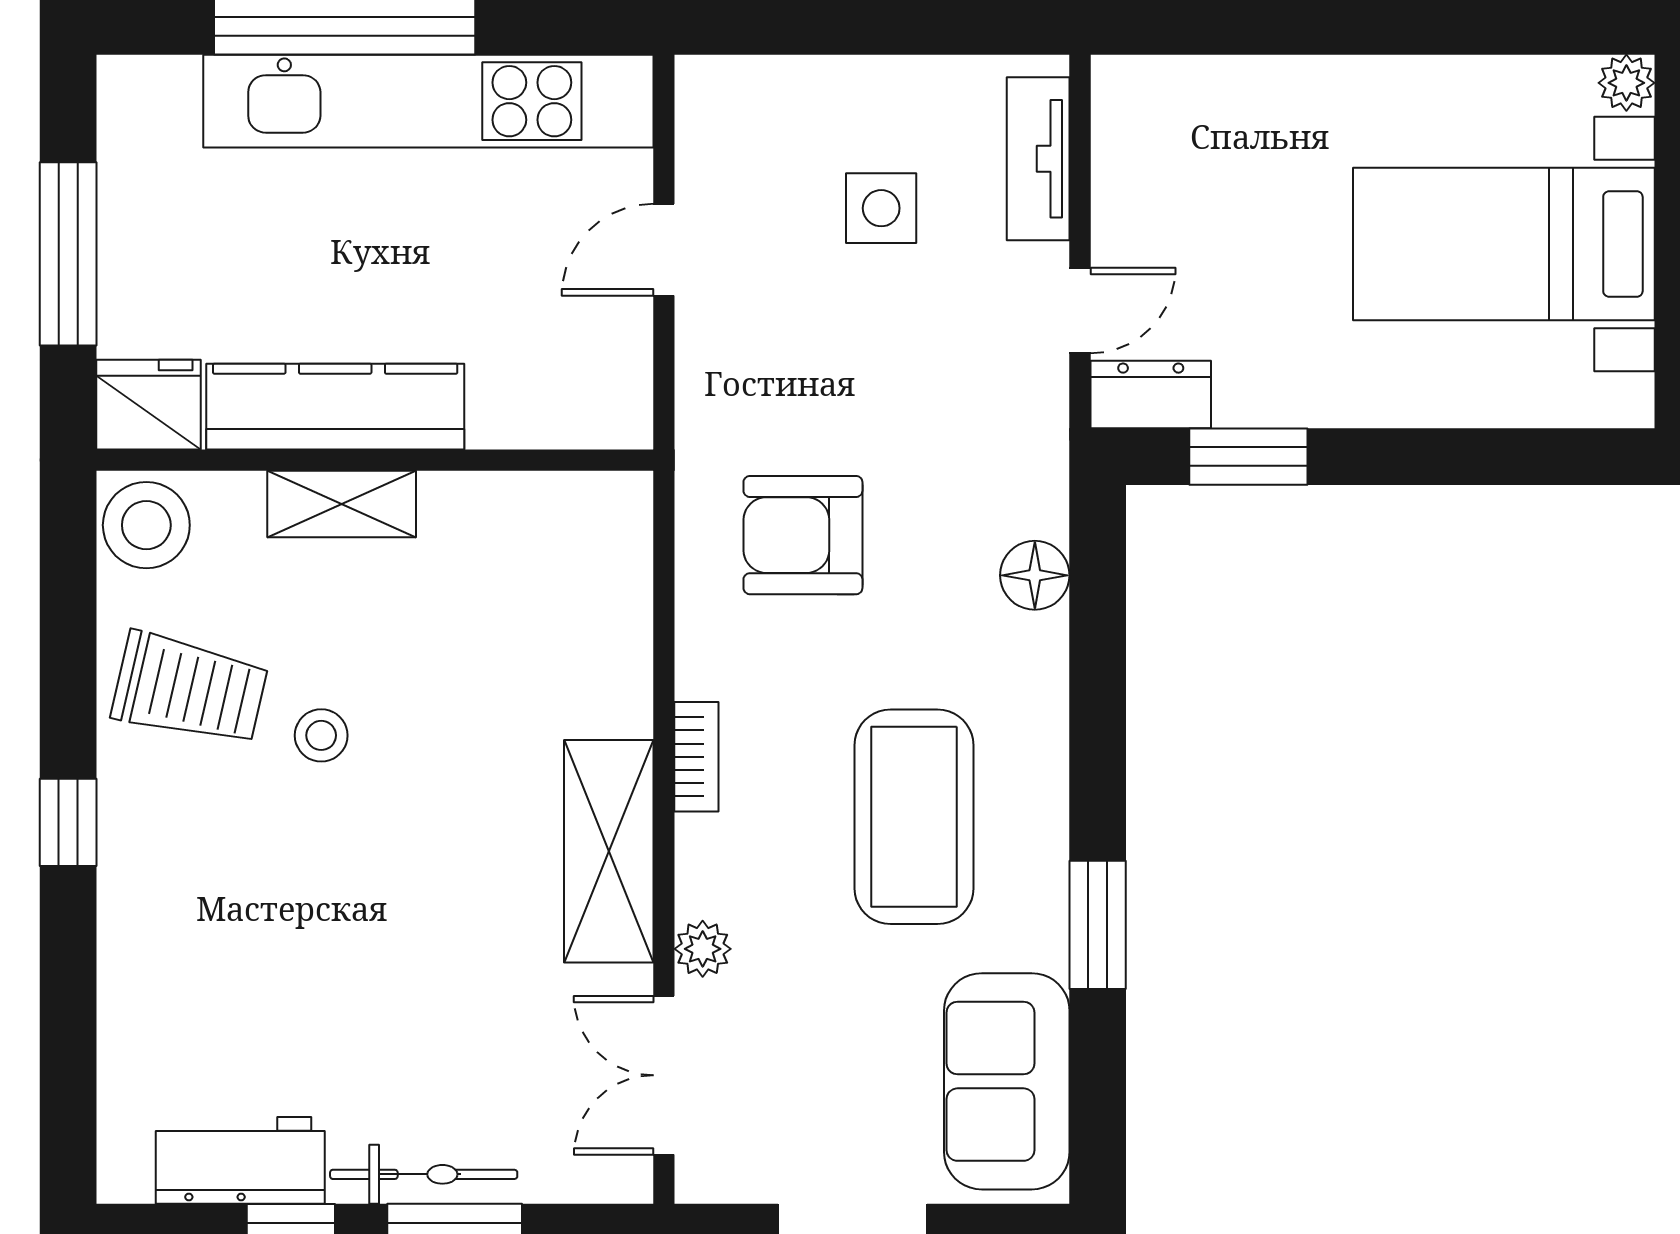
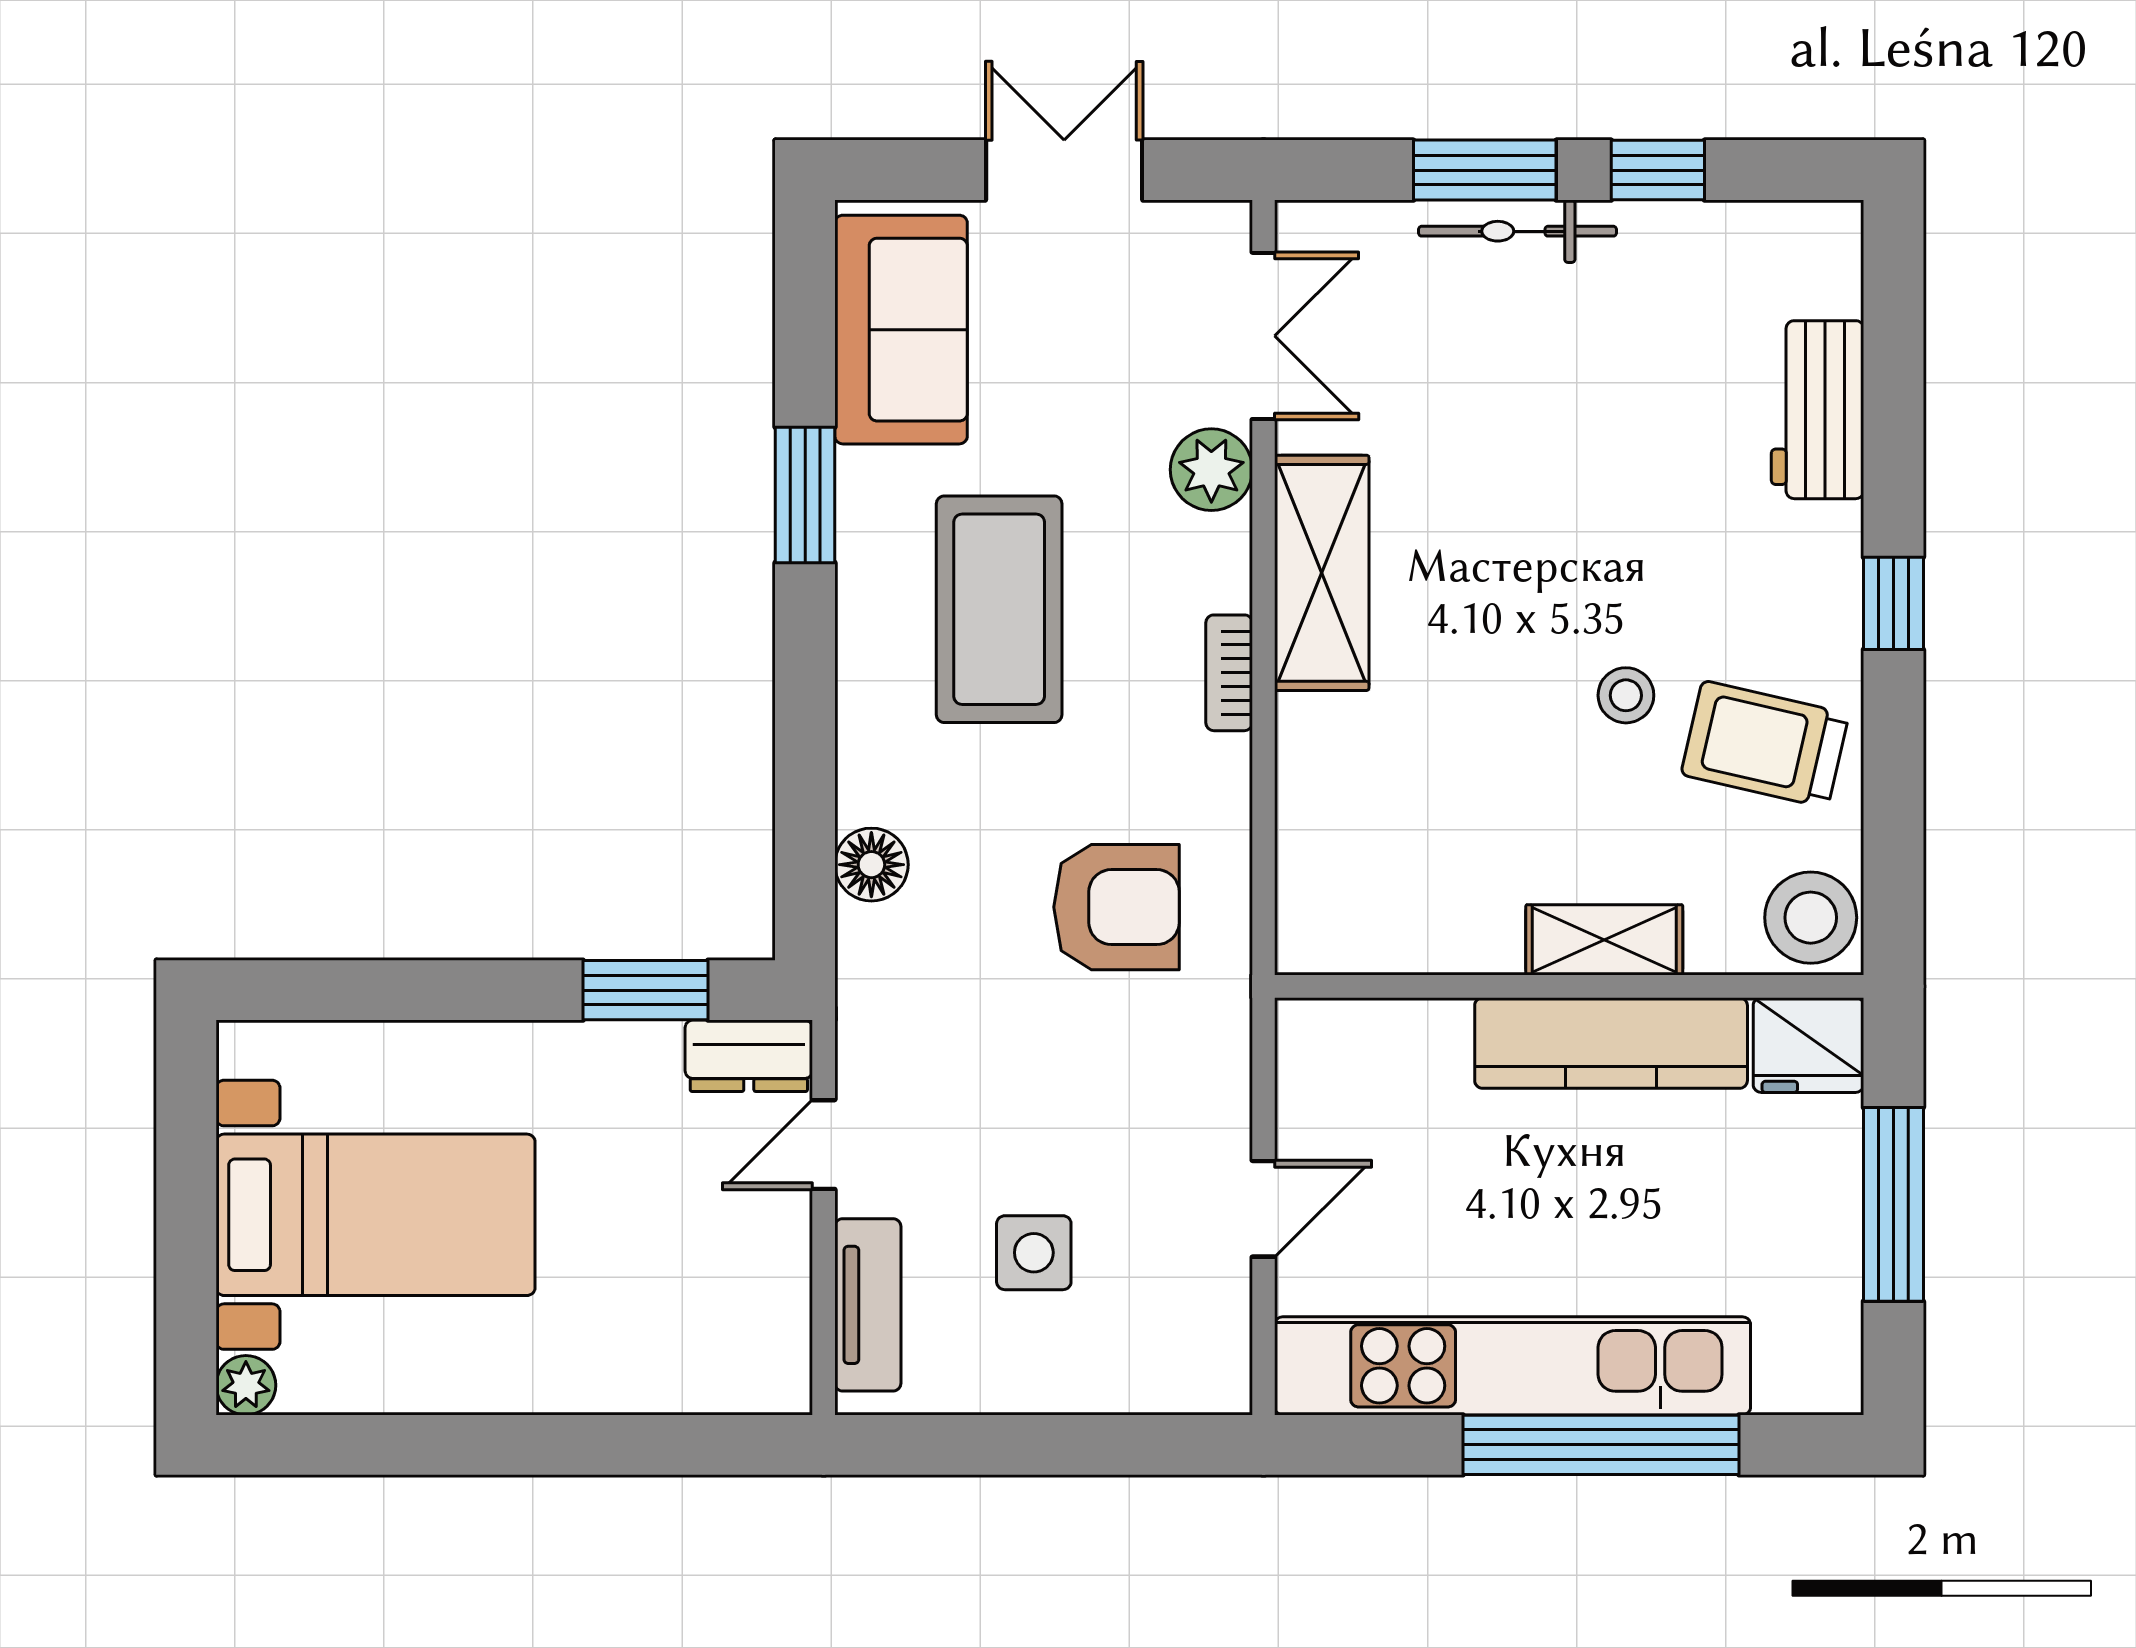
plant: (703, 949) -> (1211, 470), width x1.38, depth x1.38
workbench: (240, 1160) -> (1818, 410), moved, turned 90

